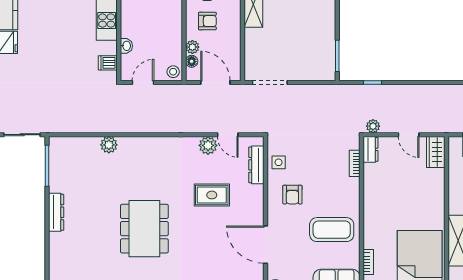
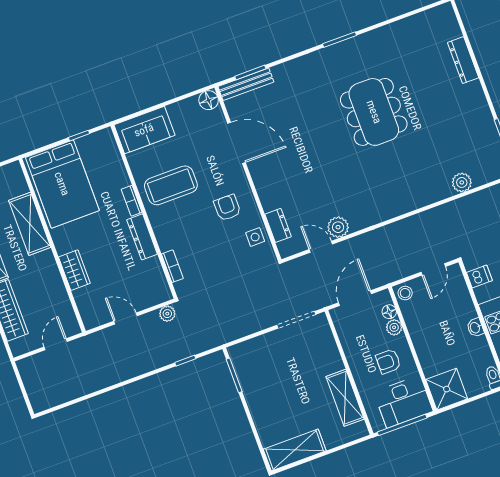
washbasin: (126, 46) -> (475, 328), moved
door: (215, 83) -> (355, 298), swing flipped
plant: (109, 145) -> (462, 182), moved
dresser: (371, 149) -> (142, 237), moved, width x1.44
wardrobe: (436, 152) -> (74, 270), moved
dresser: (256, 165) -> (278, 225), width x0.70
rug: (212, 195) -> (314, 175), removed
dresser: (56, 212) -> (463, 60), moved
bookcase: (368, 262) -> (132, 201), moved

